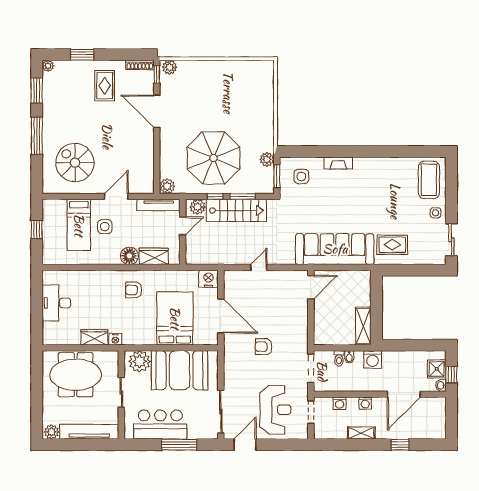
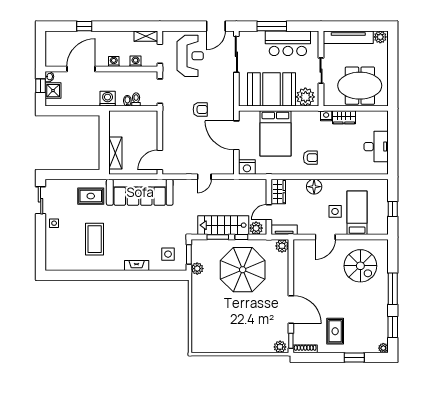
coffee table: (429, 180) -> (95, 239), moved
tv unit: (159, 205) -> (284, 230), width x0.71
wardrobe: (154, 256) -> (278, 192), moved, turned -90
shelving: (363, 326) -> (115, 153), moved
reception desk: (275, 410) -> (190, 56), turned 180
shelving: (361, 433) -> (146, 36), moved

